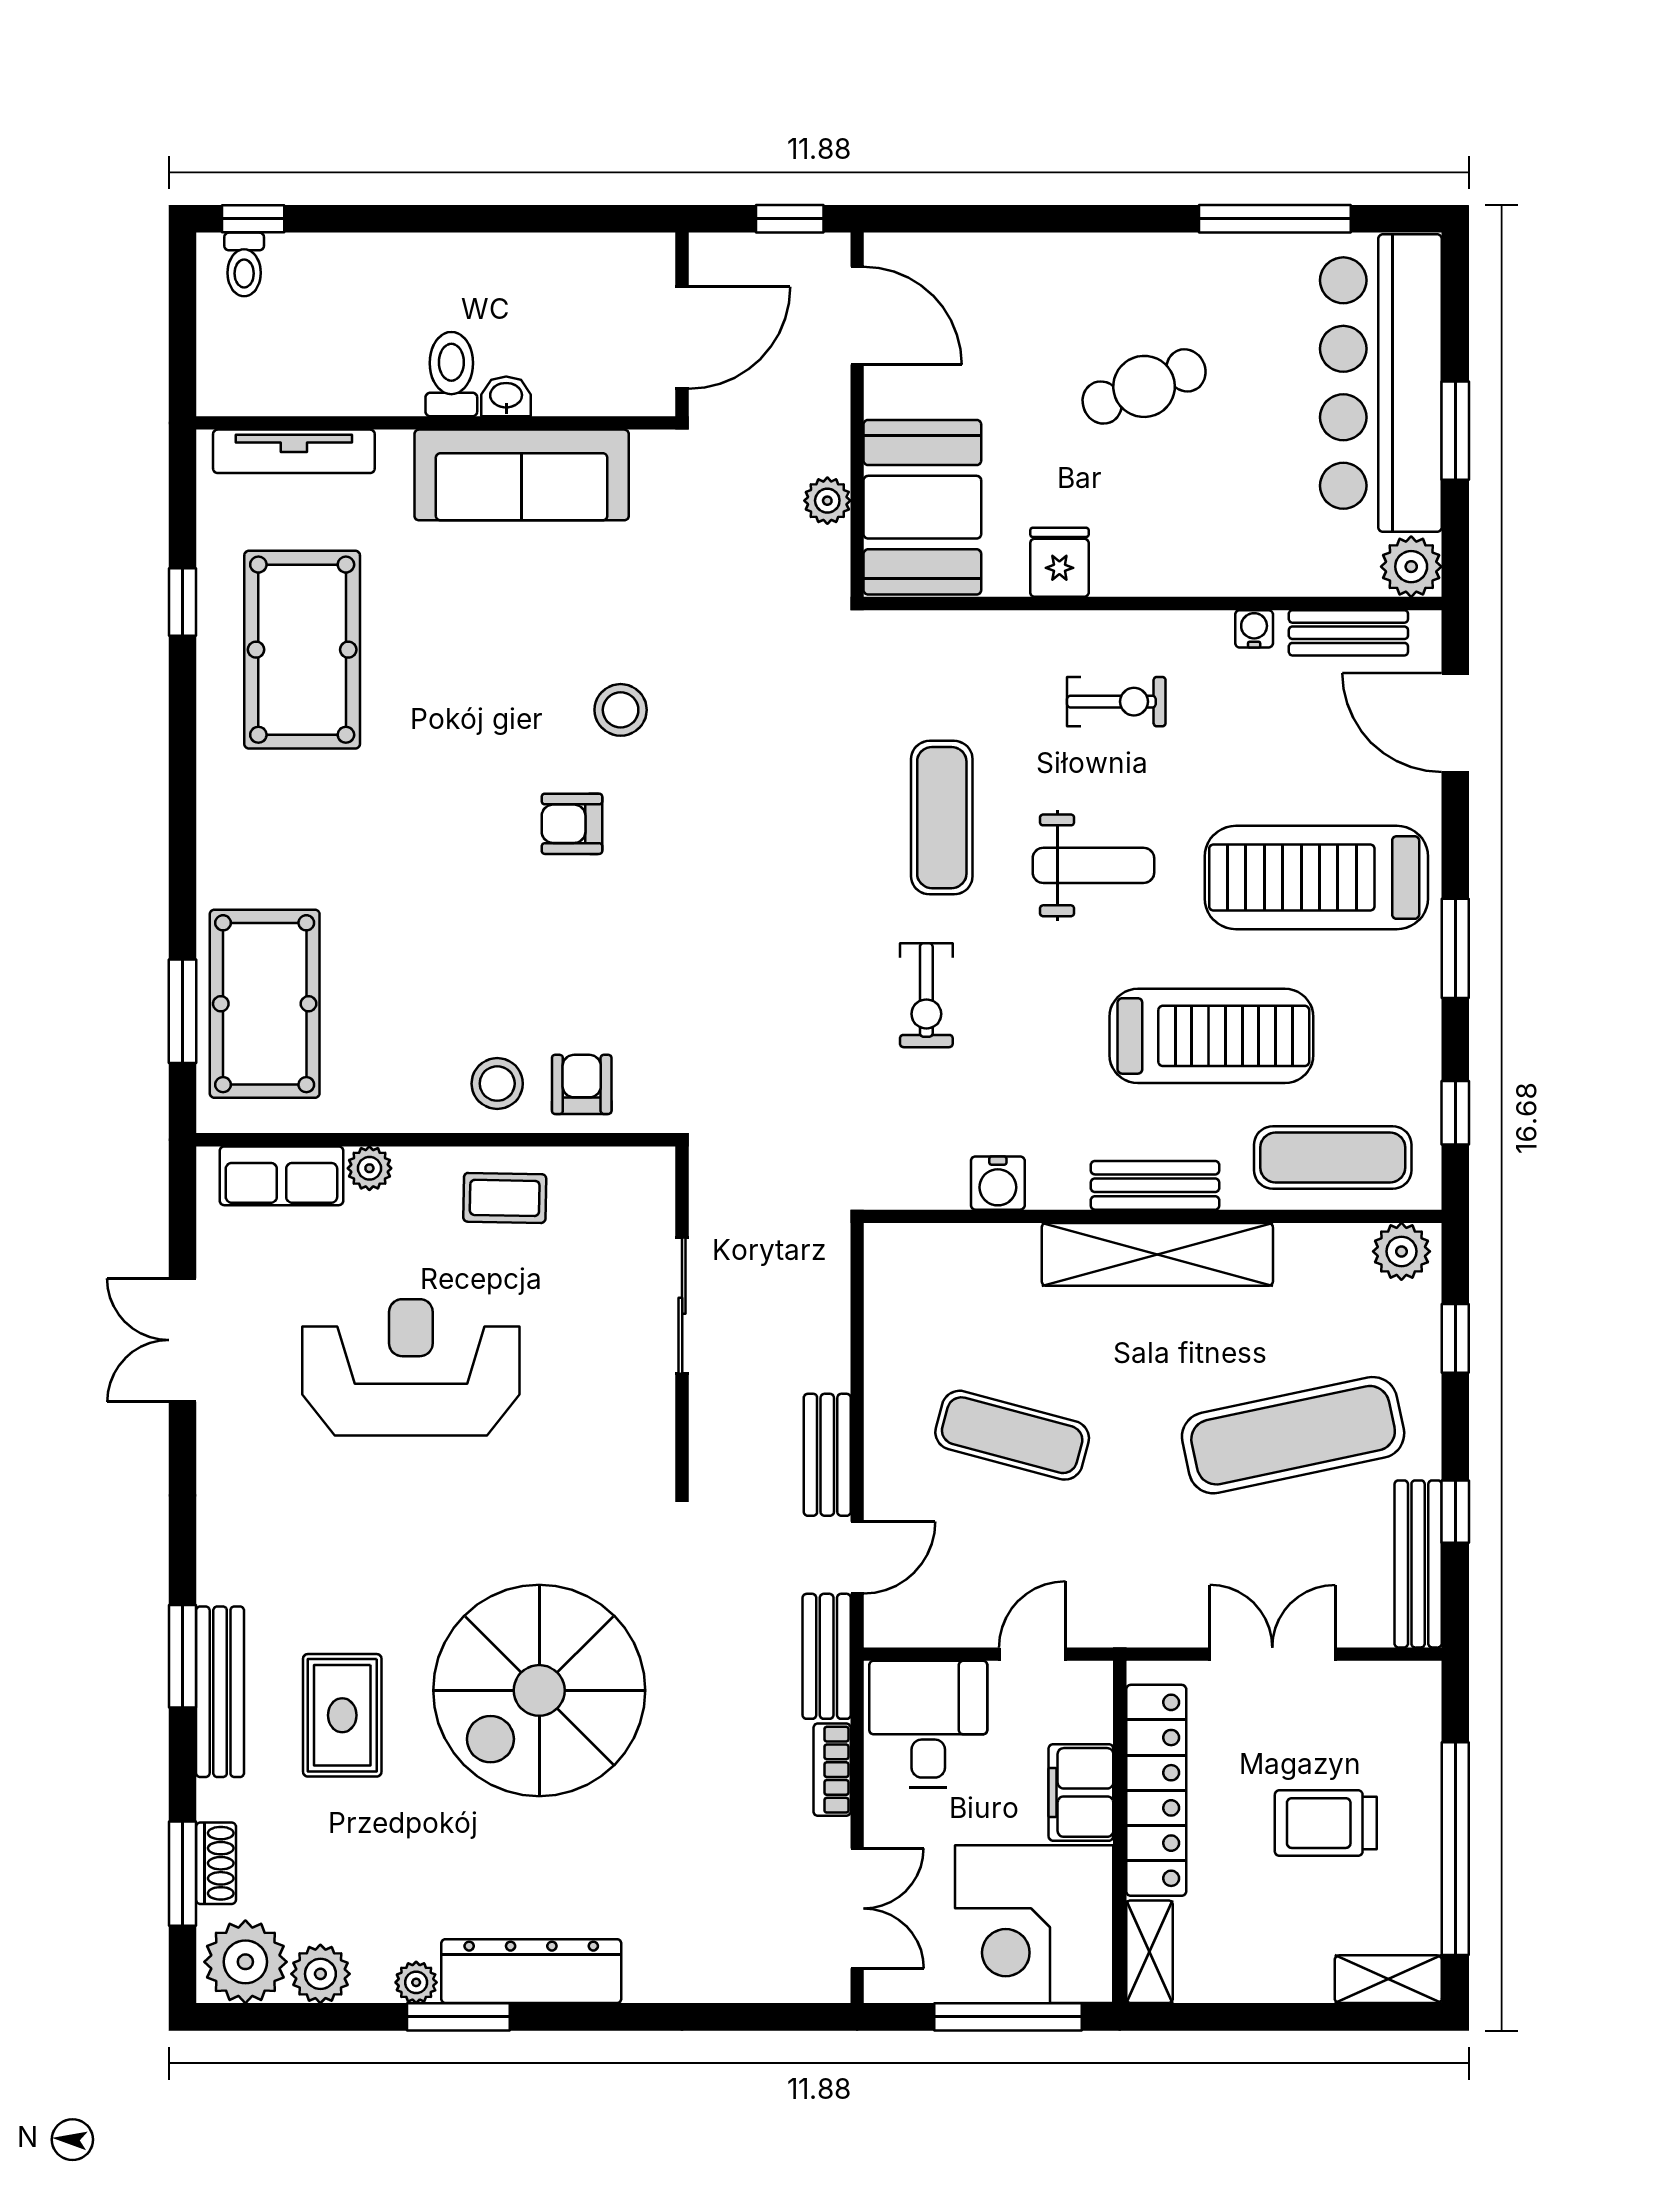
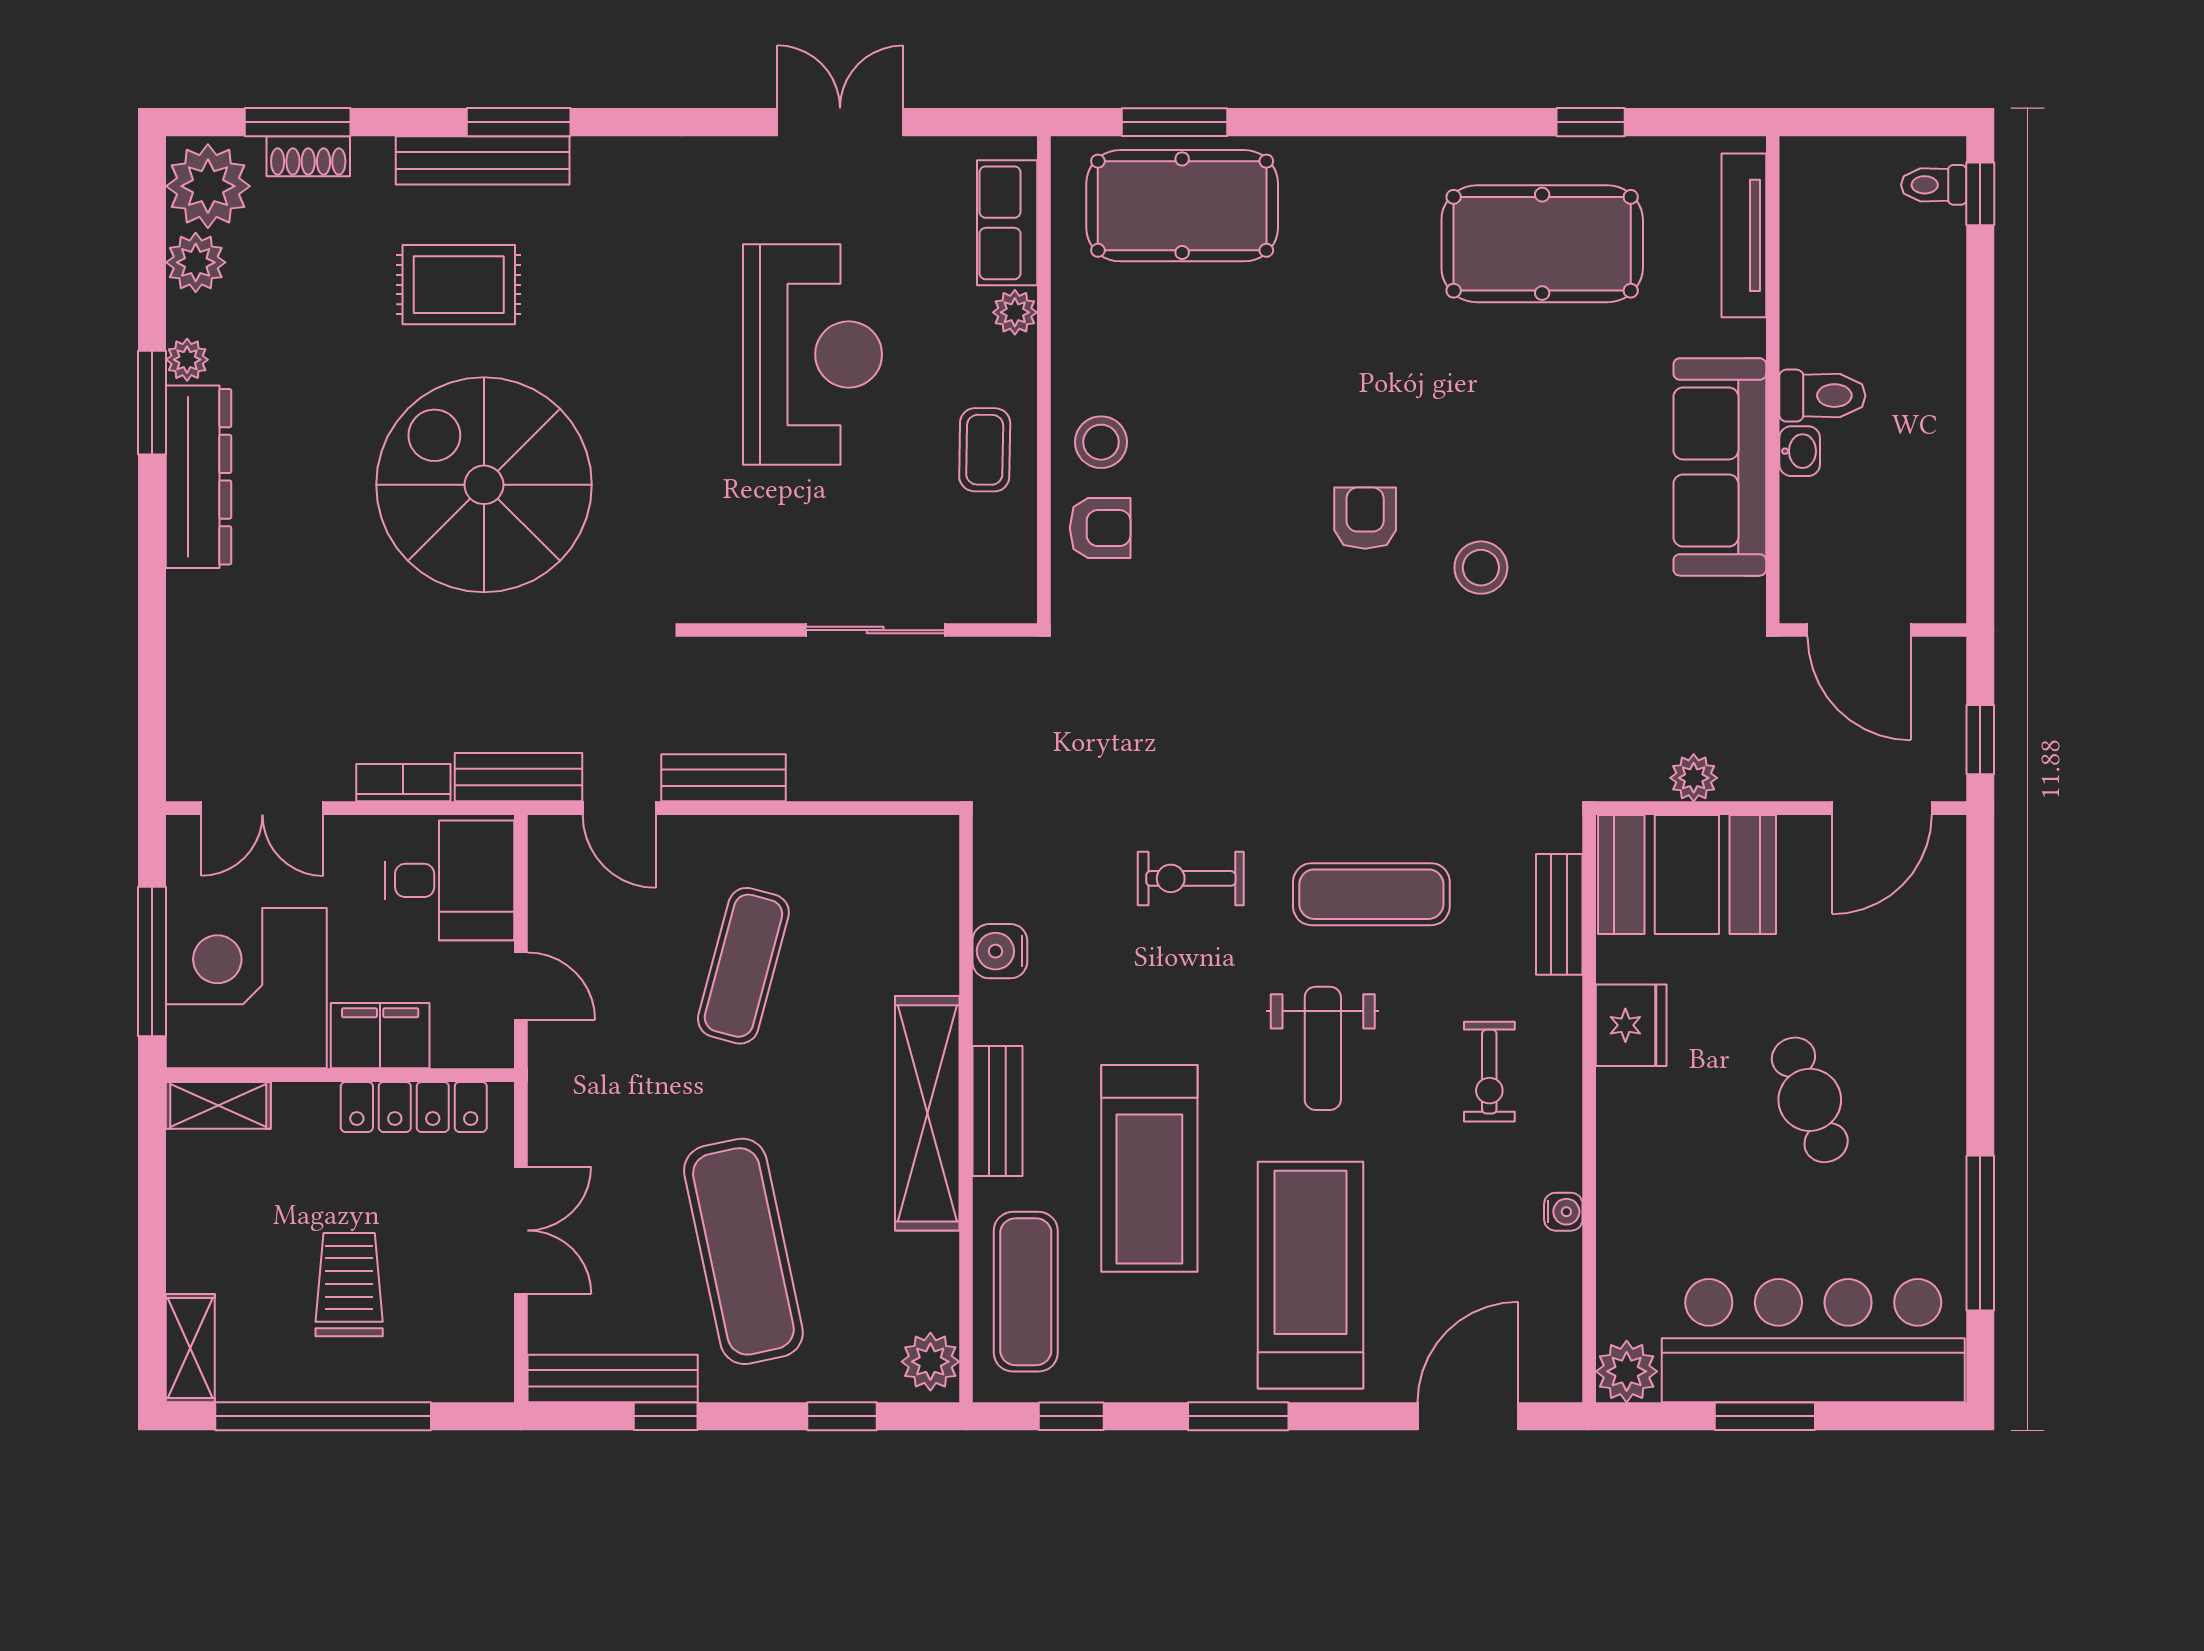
fridge: (1059, 562) -> (1631, 1025), width x1.38
bench: (1348, 633) -> (1559, 914), moved
locker: (1156, 1790) -> (414, 1107), width x0.71, depth x0.83

